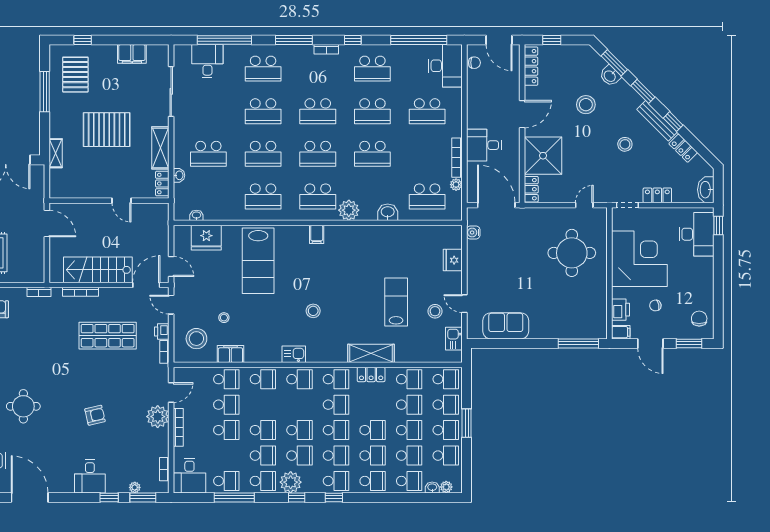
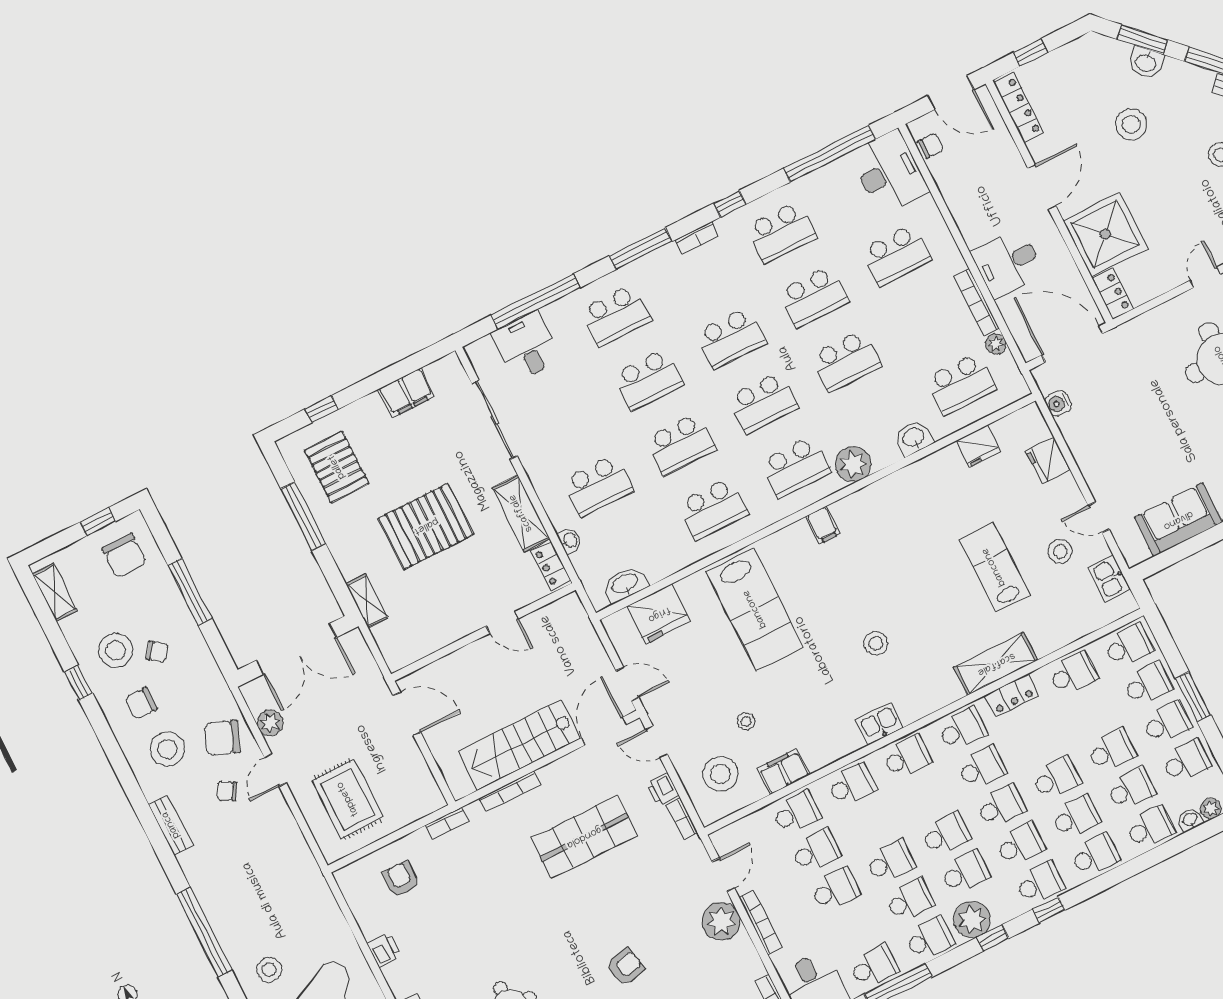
washbasin: (196, 215) -> (625, 584), width x1.91, depth x1.45
fridge: (420, 234) -> (978, 446), added
school desk: (409, 405) -> (1092, 712), removed

